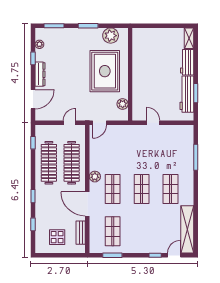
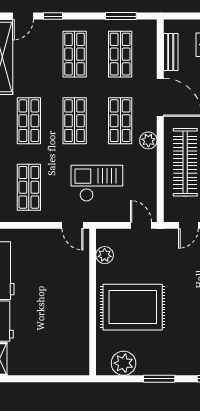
rug: (105, 71) -> (133, 307), turned 90
door: (100, 123) -> (141, 225), hinge flipped
door: (153, 123) -> (73, 225), moved
shop shelf: (170, 147) -> (29, 187), added
checkout: (127, 149) -> (97, 183), added
shop shelf: (142, 231) -> (75, 54), added

